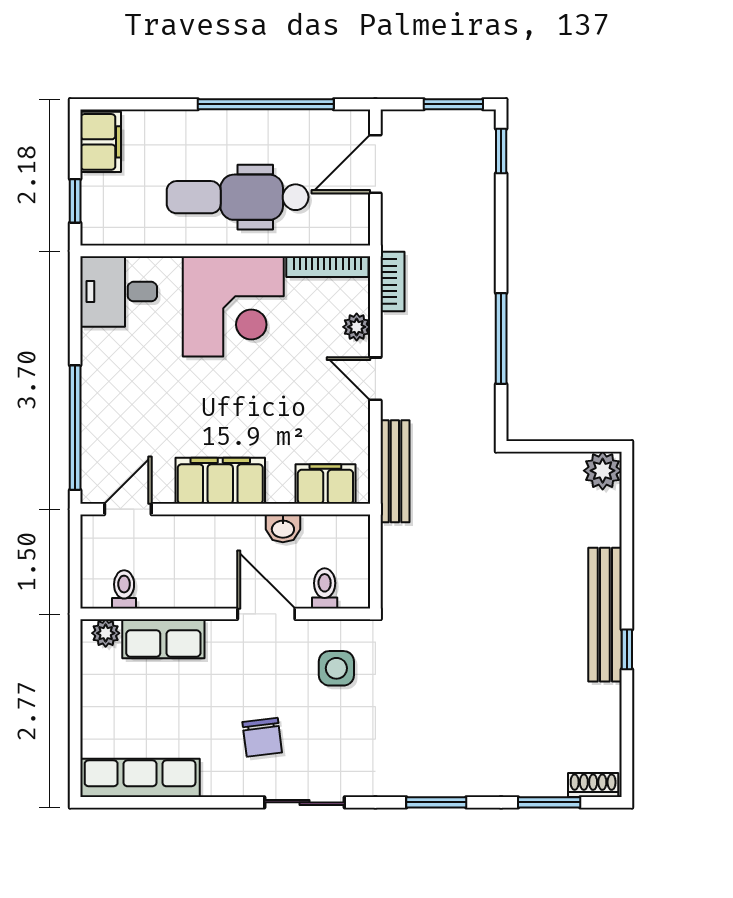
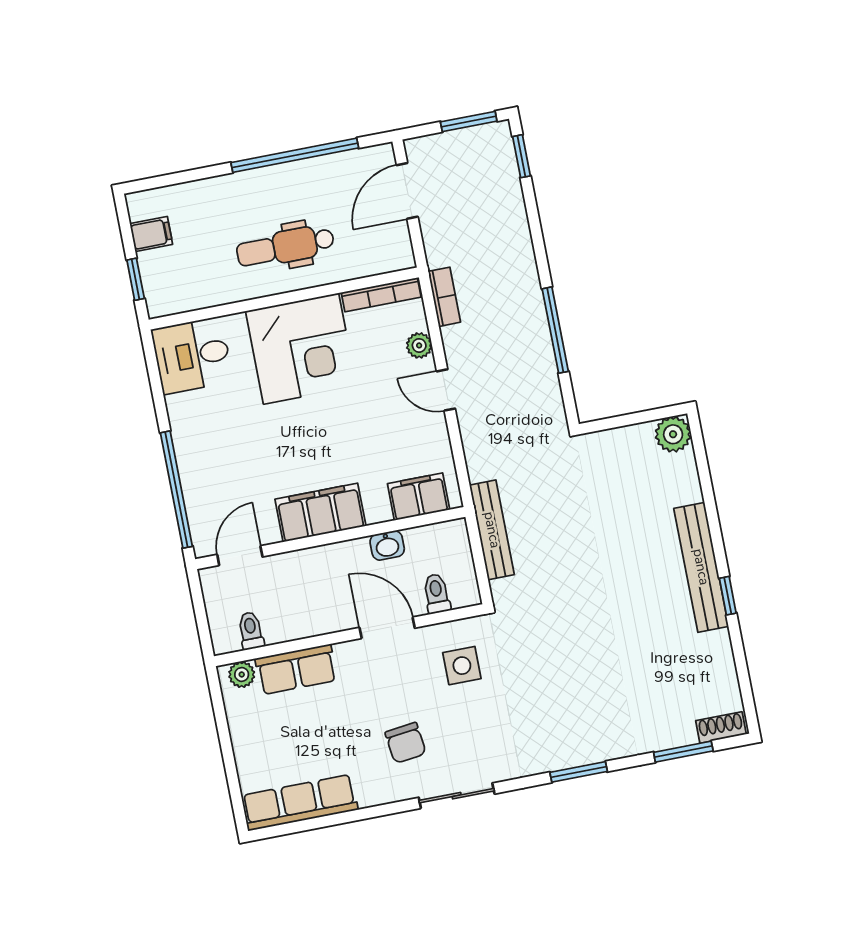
filing cabinet: (101, 142) -> (151, 234), width x0.50
dental chair: (238, 197) -> (285, 247), width x0.73, depth x0.72
bench: (395, 471) -> (492, 530), moved

